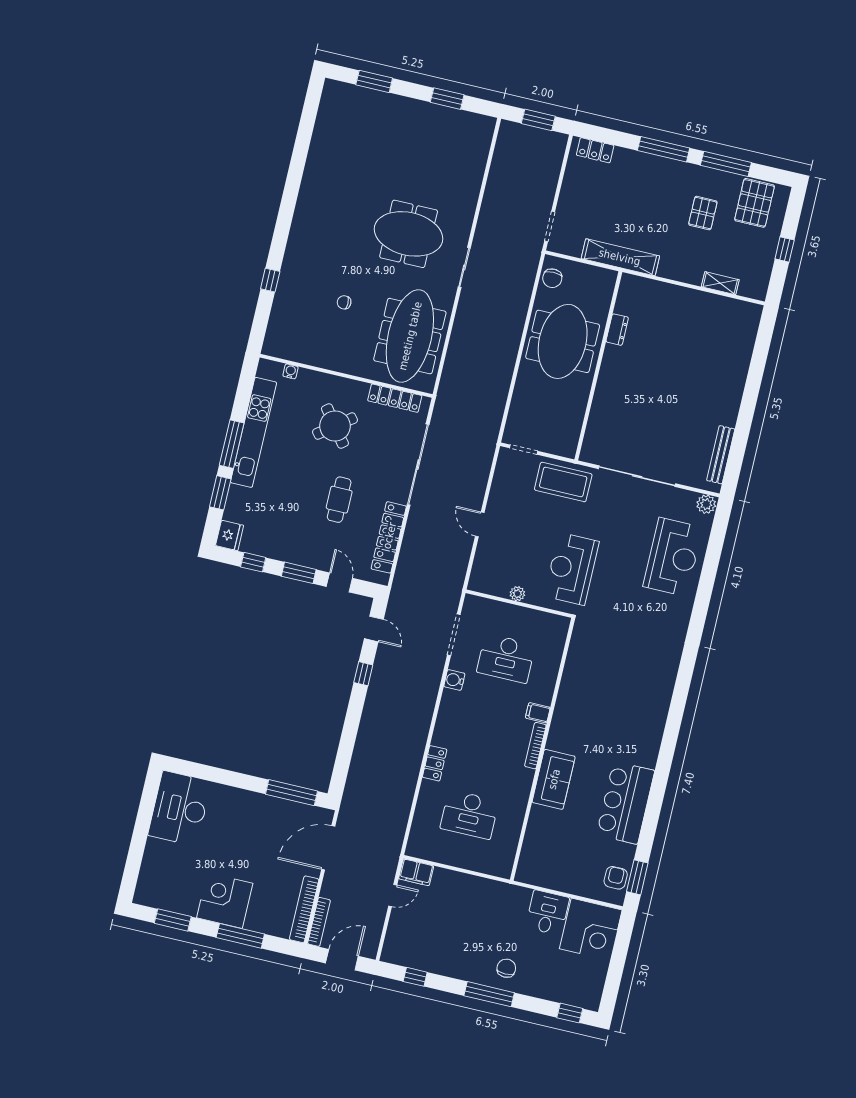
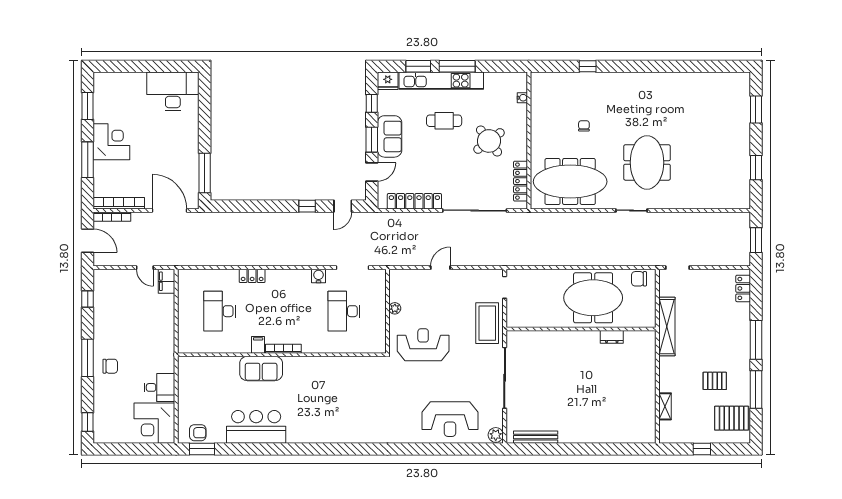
kitchen unit: (254, 432) -> (441, 81), moved
cafe table: (339, 500) -> (444, 121), moved
sofa: (300, 550) -> (390, 136), added
filing cabinet: (538, 713) -> (258, 345), moved

